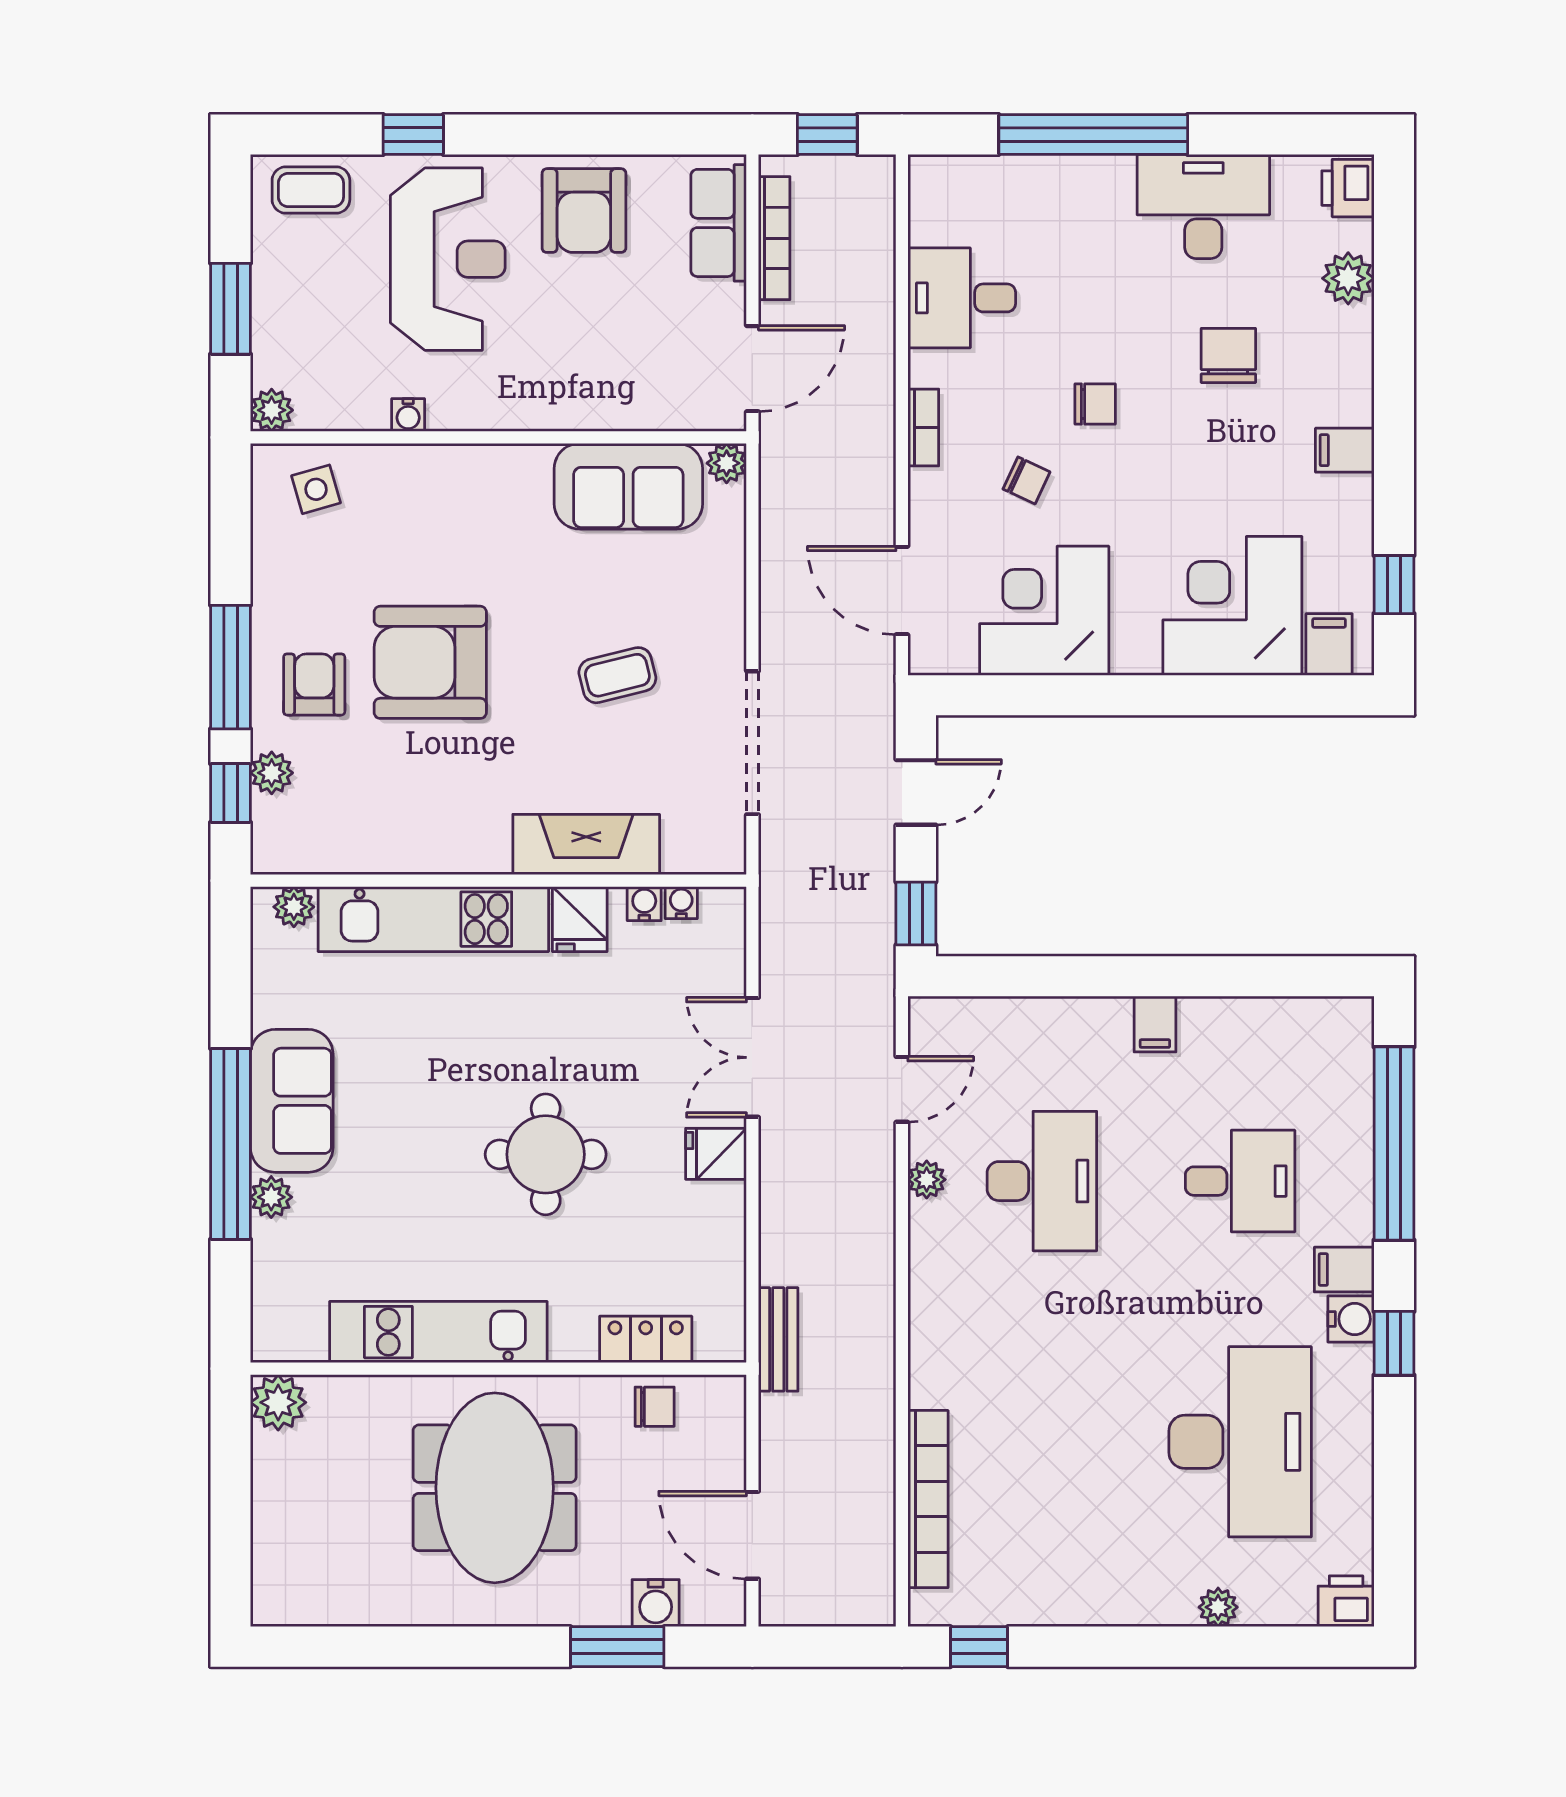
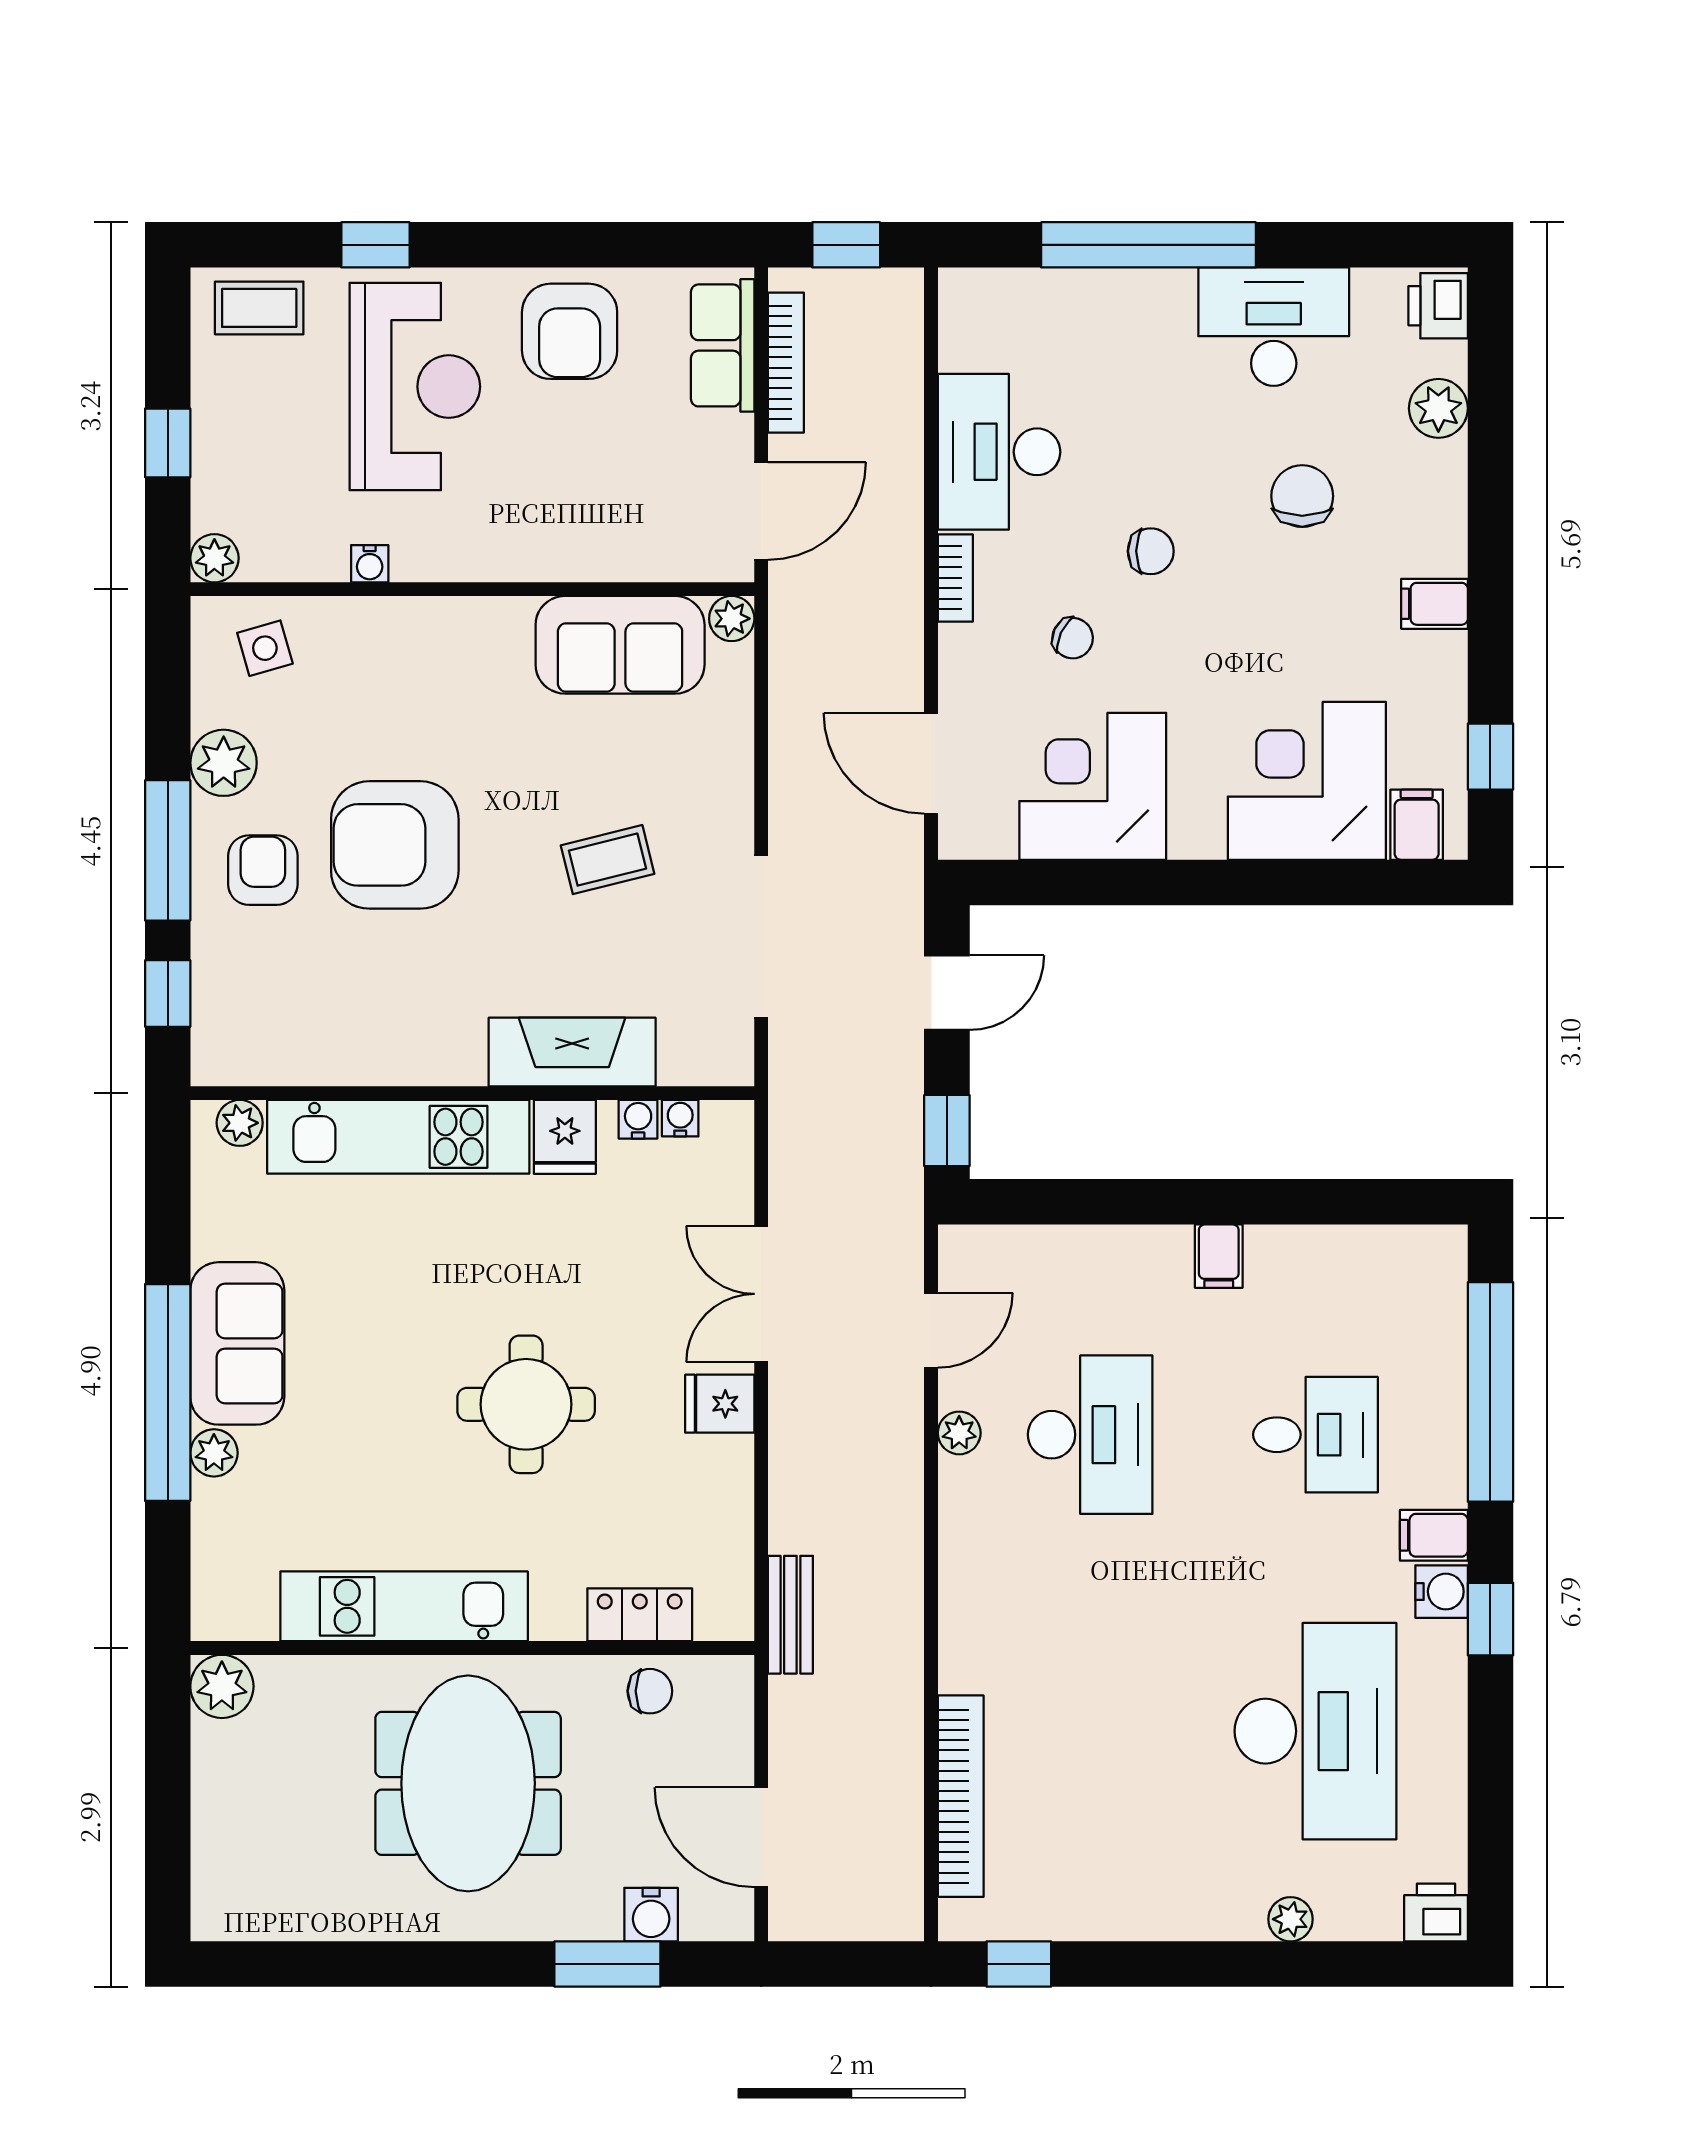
desk: (962, 298) -> (999, 452), width x1.37
window: (230, 309) -> (168, 443), width x0.67
plant: (272, 773) -> (224, 763), moved, width x1.38, depth x1.38

